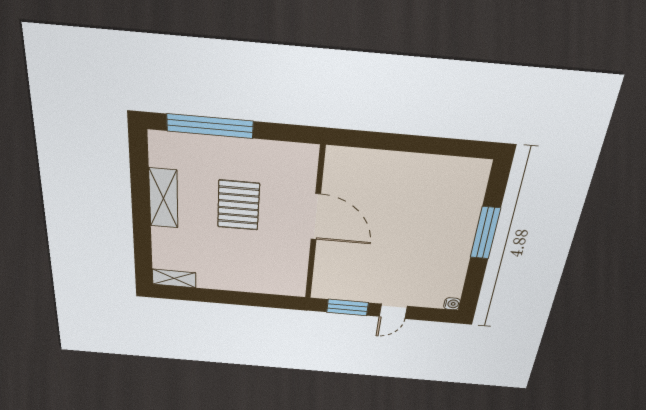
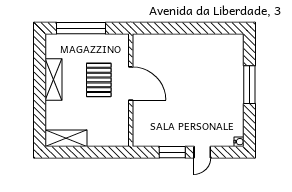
door: (316, 217) -> (131, 83), moved
wall: (315, 226) -> (131, 90), moved
shelving: (174, 278) -> (66, 138), width x1.50, depth x1.33

